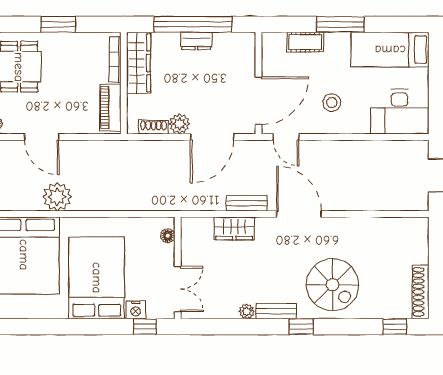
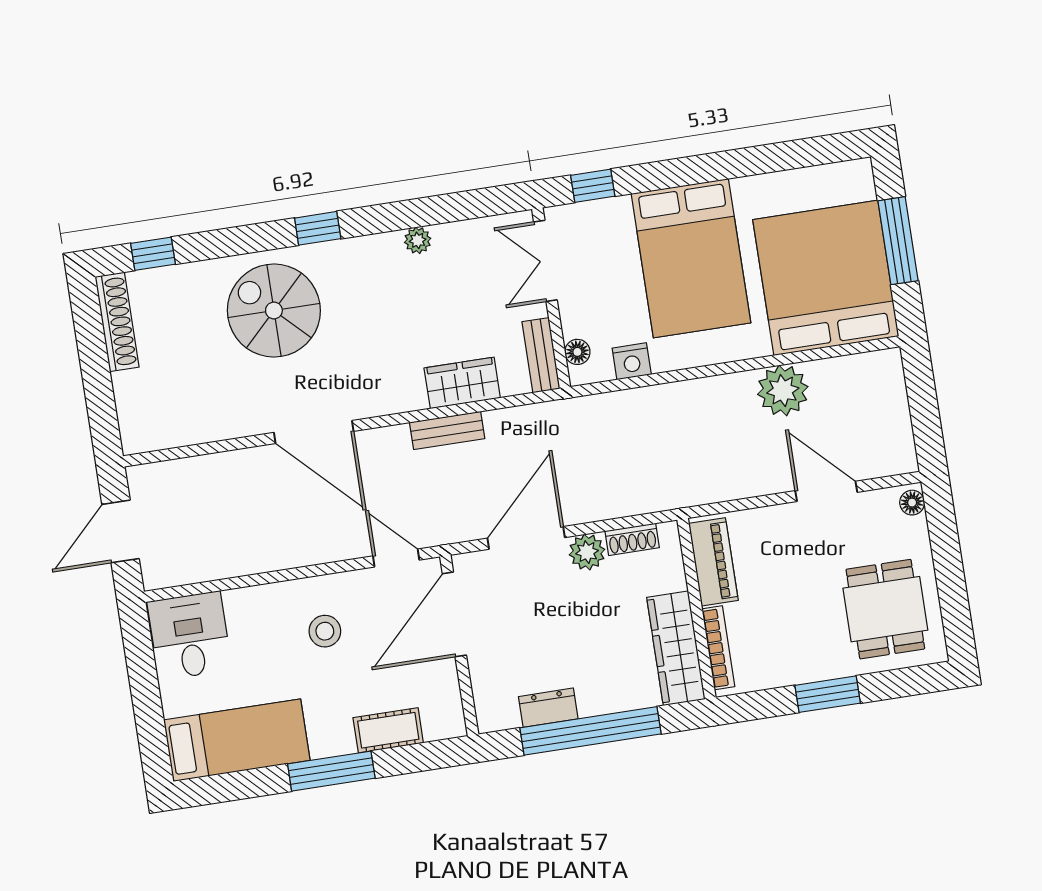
dresser: (196, 41) -> (548, 708), moved
desk: (399, 112) -> (190, 636), width x0.73
door: (299, 214) -> (314, 432), moved
nightstand: (136, 310) -> (632, 361), moved, turned 180
bench: (276, 311) -> (541, 355), moved, turned 90

